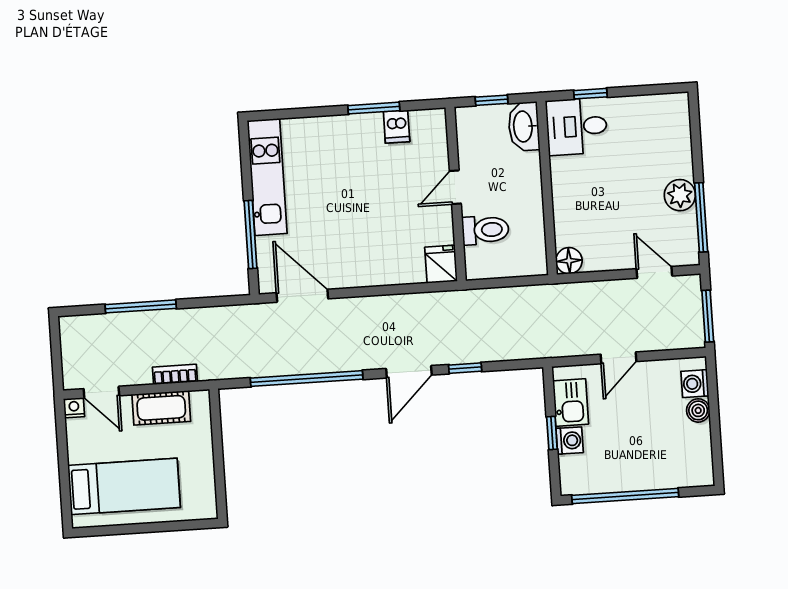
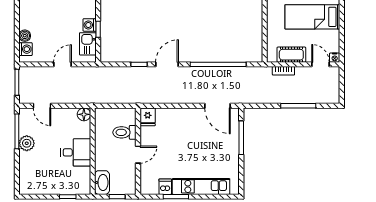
desk: (577, 126) -> (76, 152), moved
kitchen unit: (267, 177) -> (201, 186), moved, turned 90

